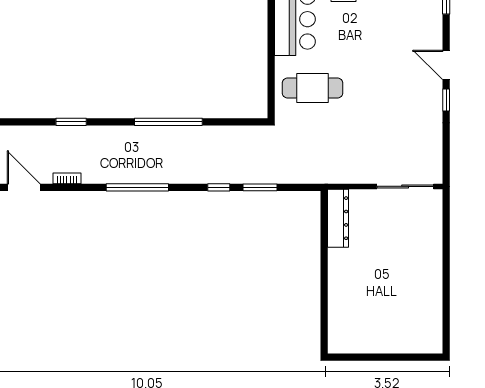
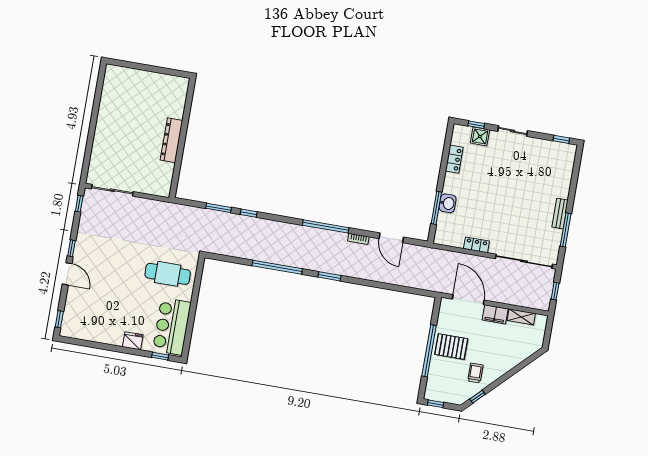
window: (71, 122) -> (330, 276), moved
window: (446, 161) -> (79, 204), added
window: (137, 187) -> (326, 226), moved
dresser: (338, 218) -> (172, 140), moved

